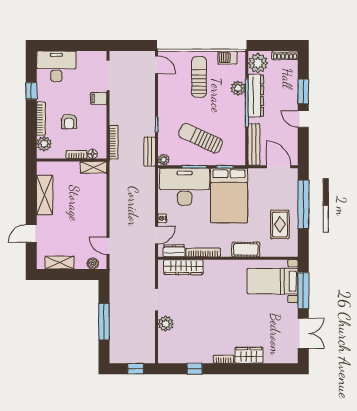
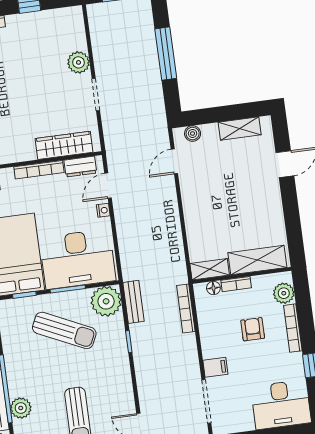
plant: (164, 160) -> (106, 301), width x1.88, depth x1.88
shelving: (45, 195) -> (257, 260), moved, turned 90
door: (108, 246) -> (174, 161), swing flipped

